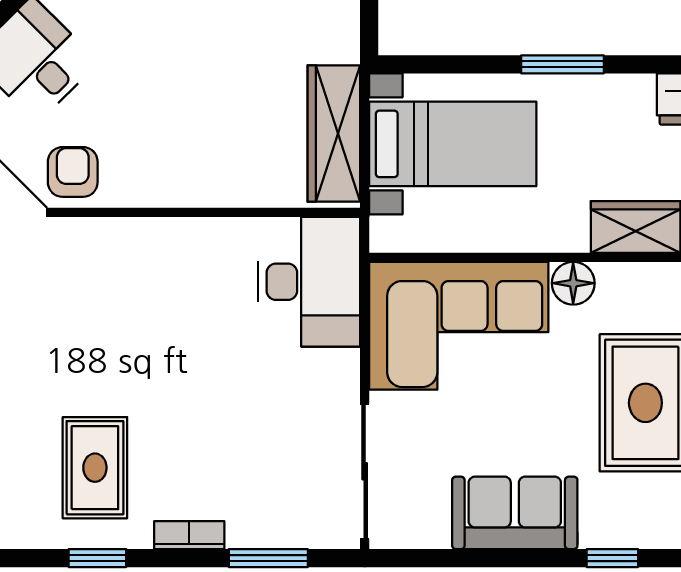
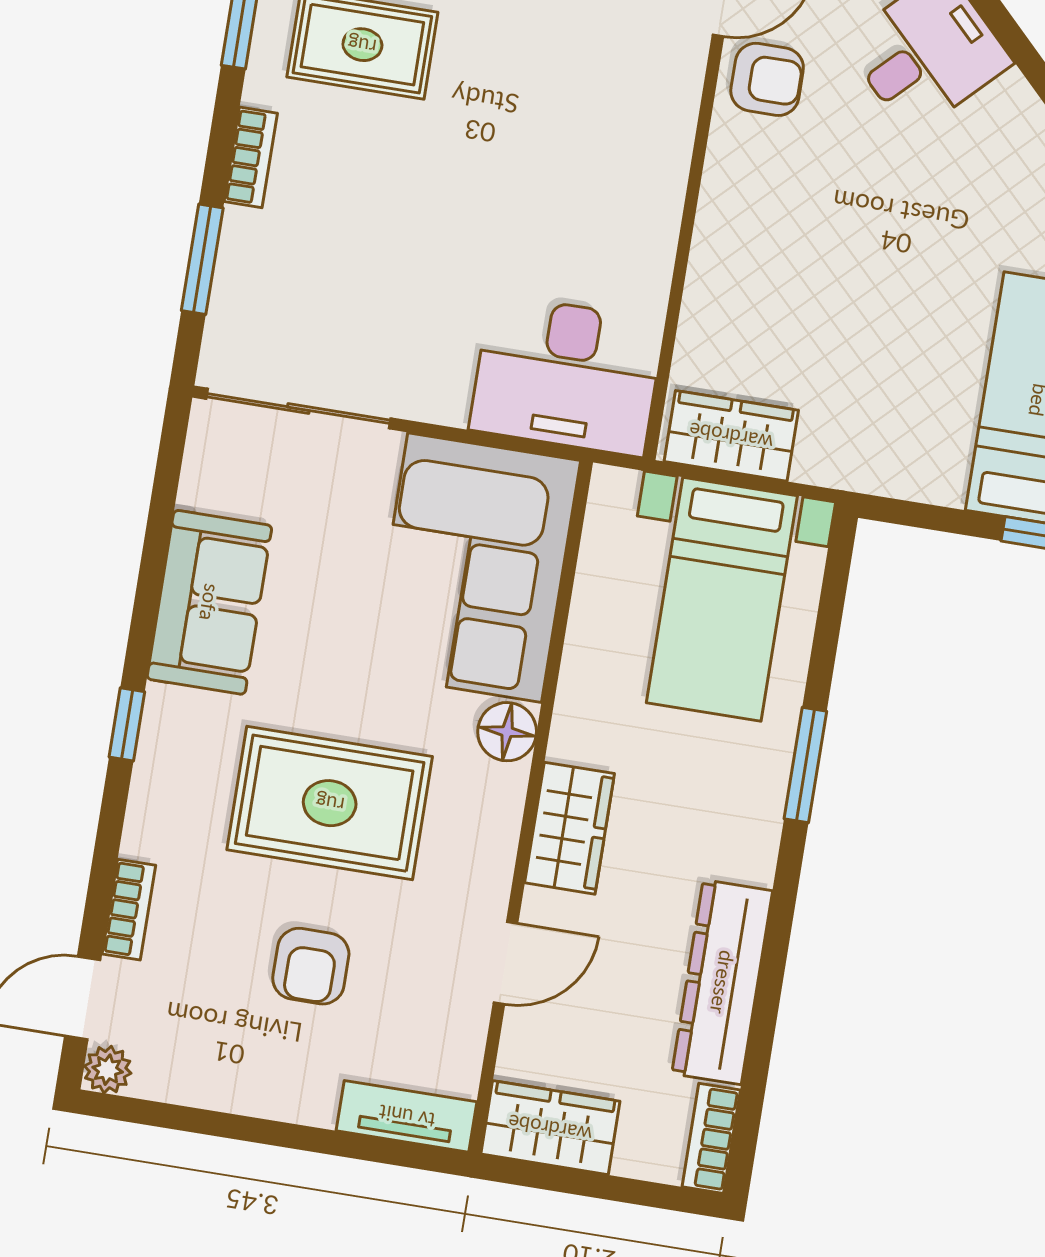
wardrobe: (334, 133) -> (731, 436), width x0.67

